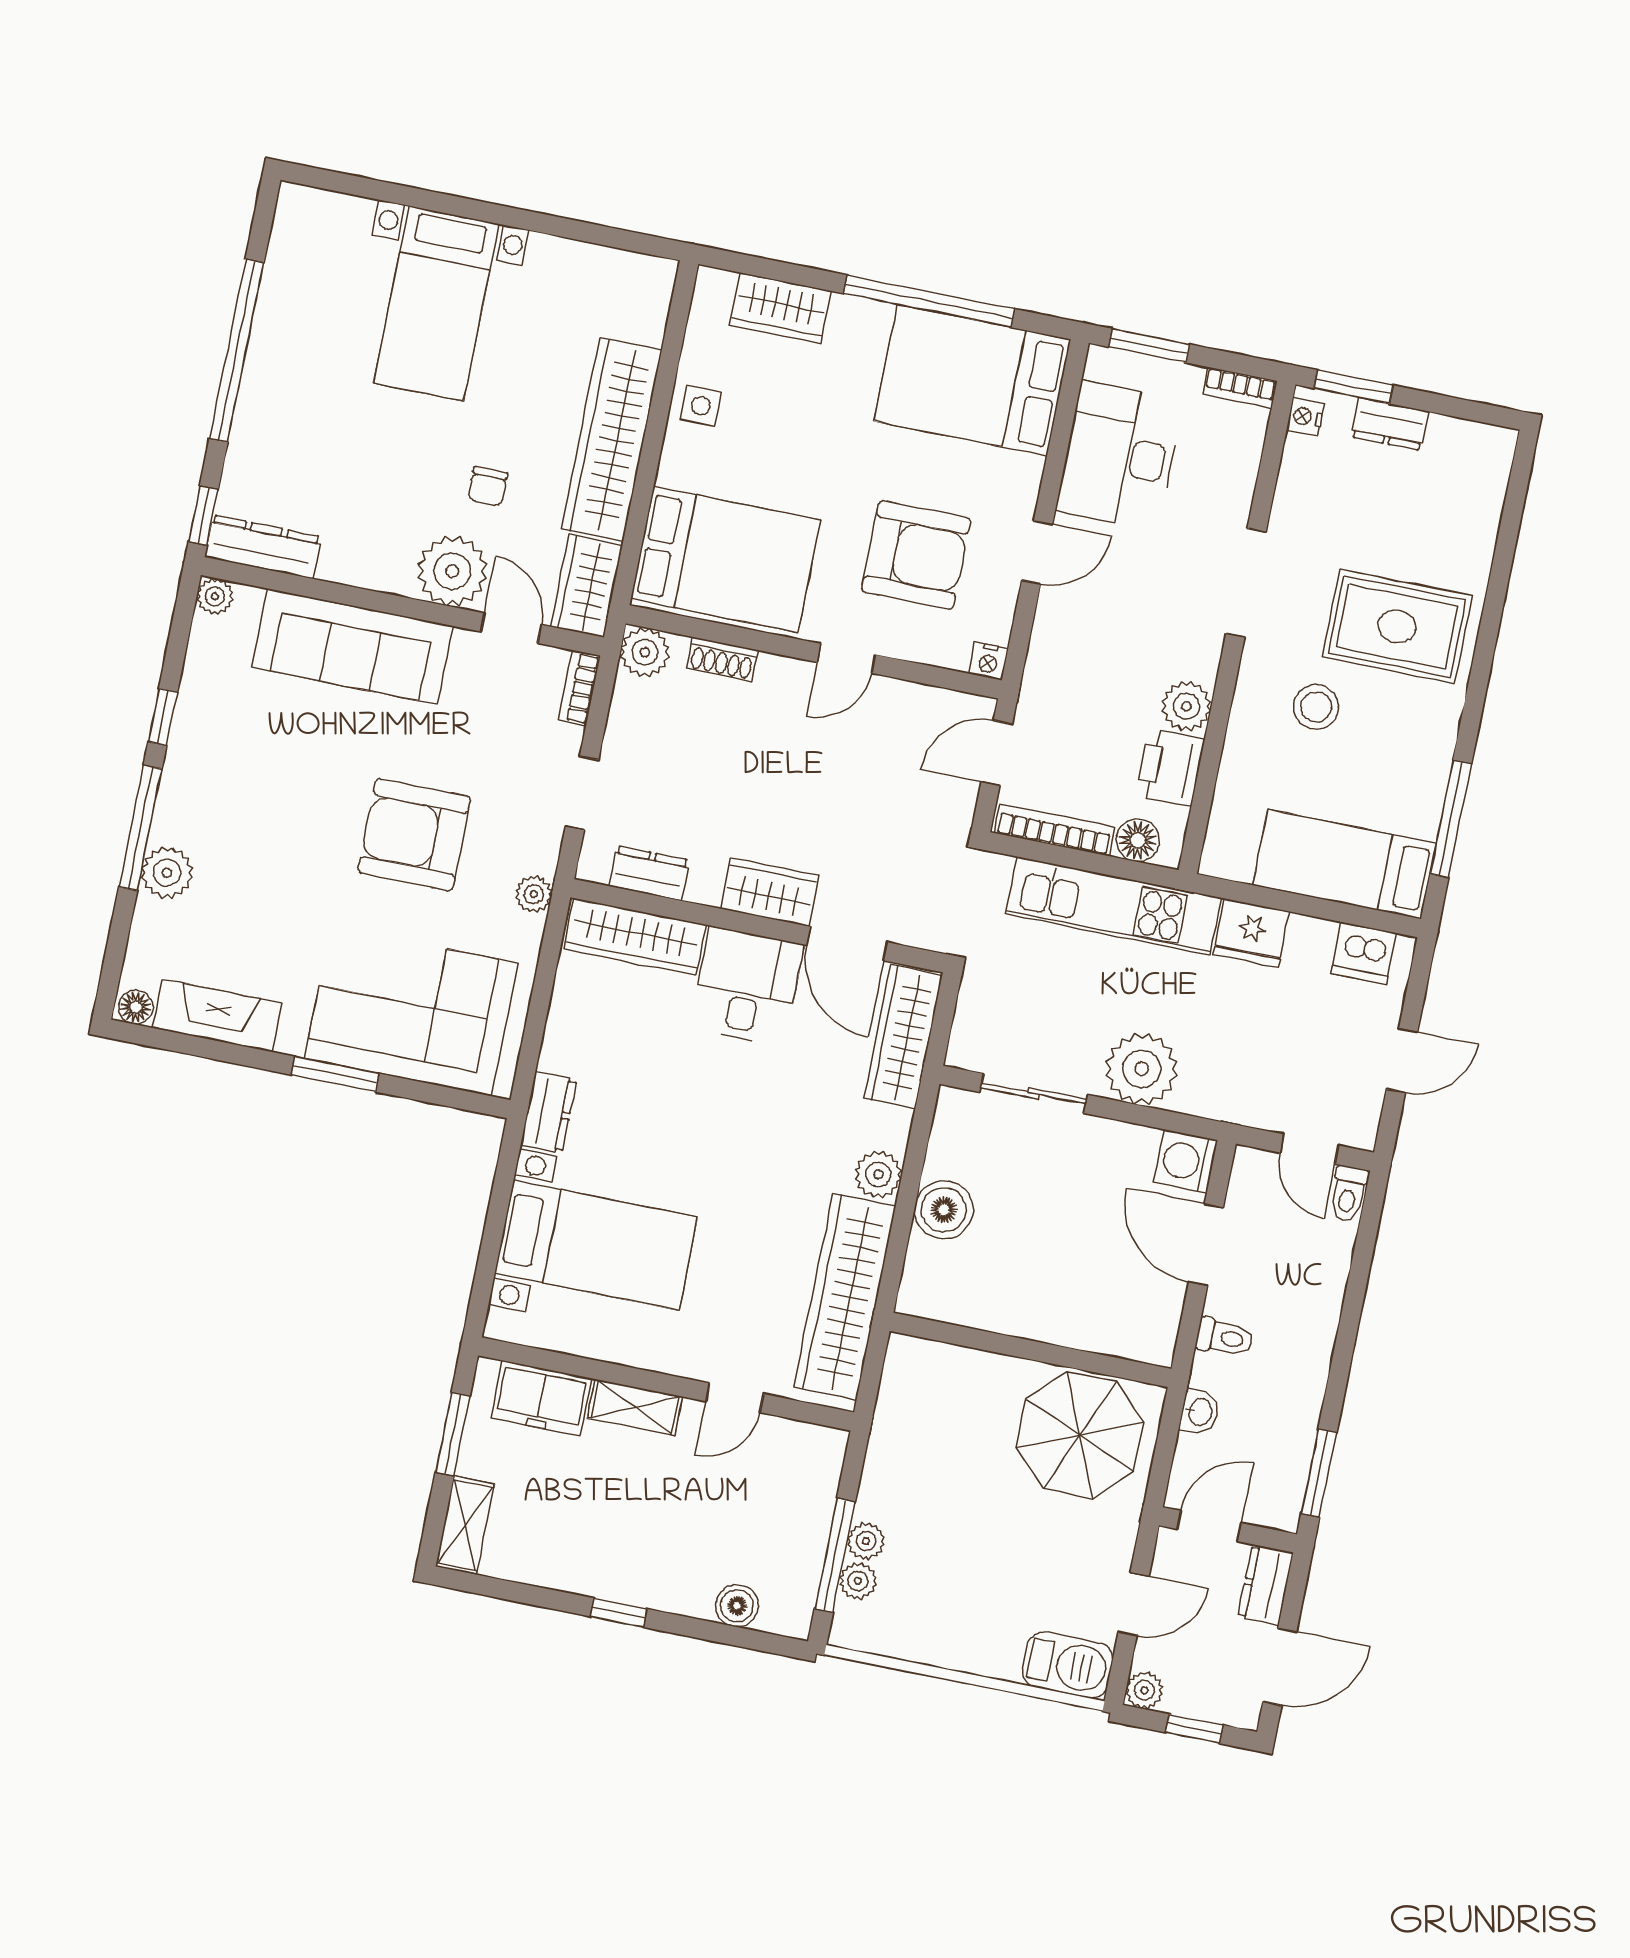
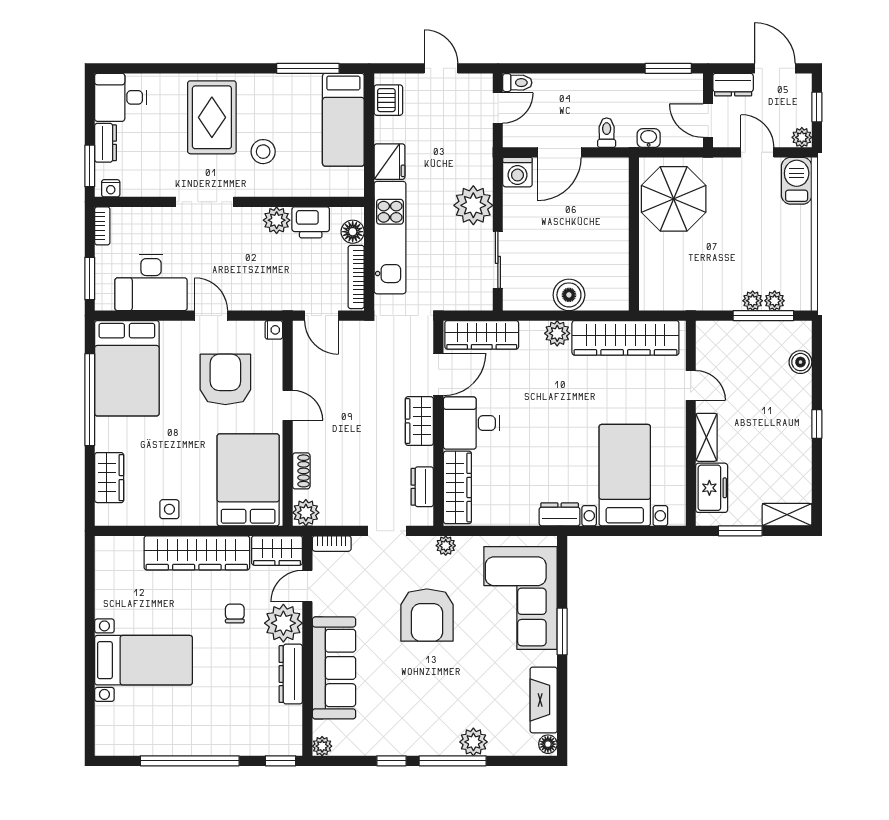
desk: (1467, 468) -> (121, 97), added
chair: (488, 486) -> (235, 613), turned -90
dresser: (263, 547) -> (291, 674), moved

